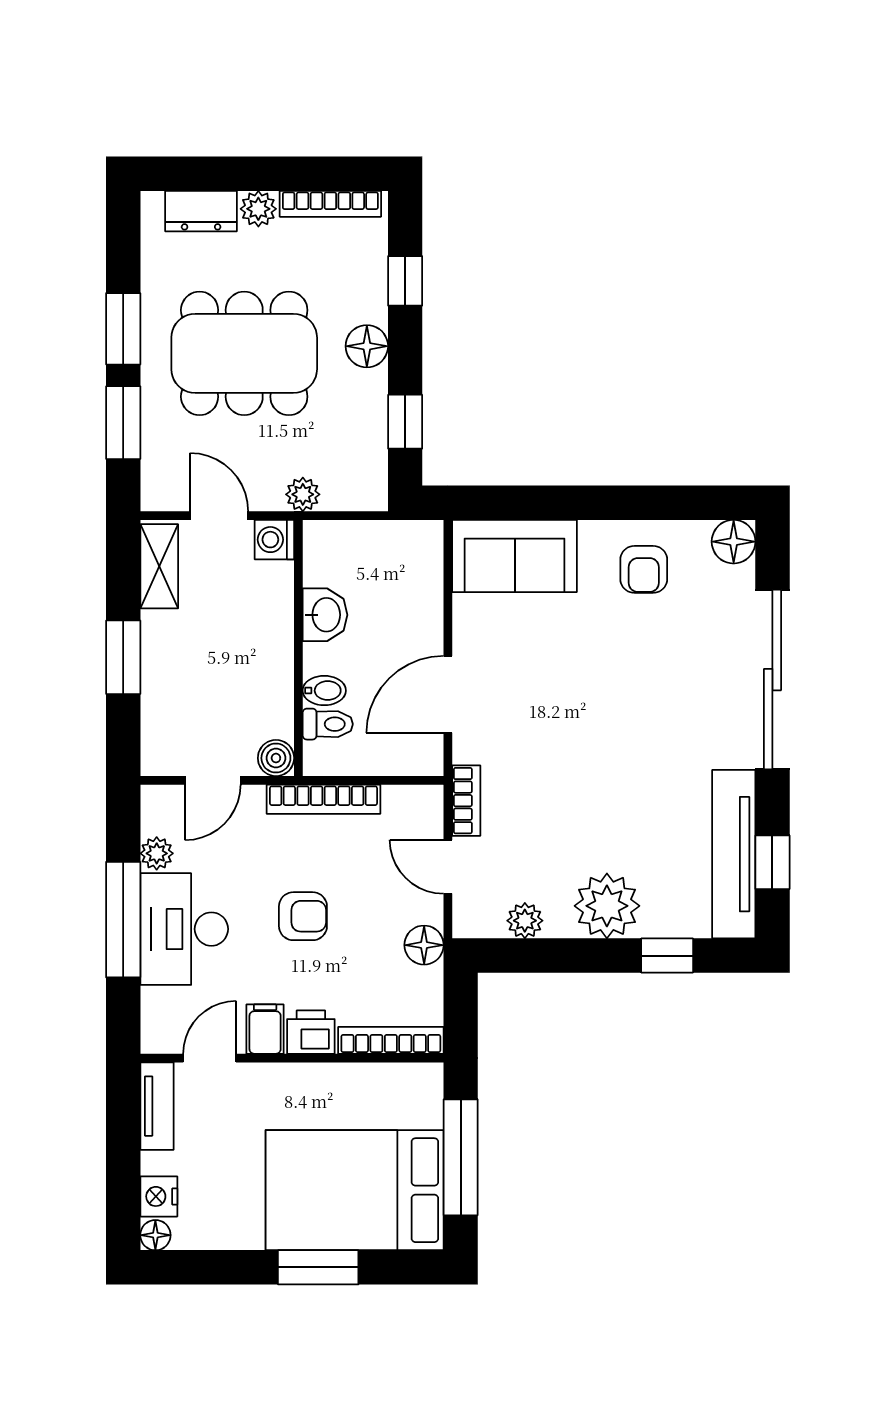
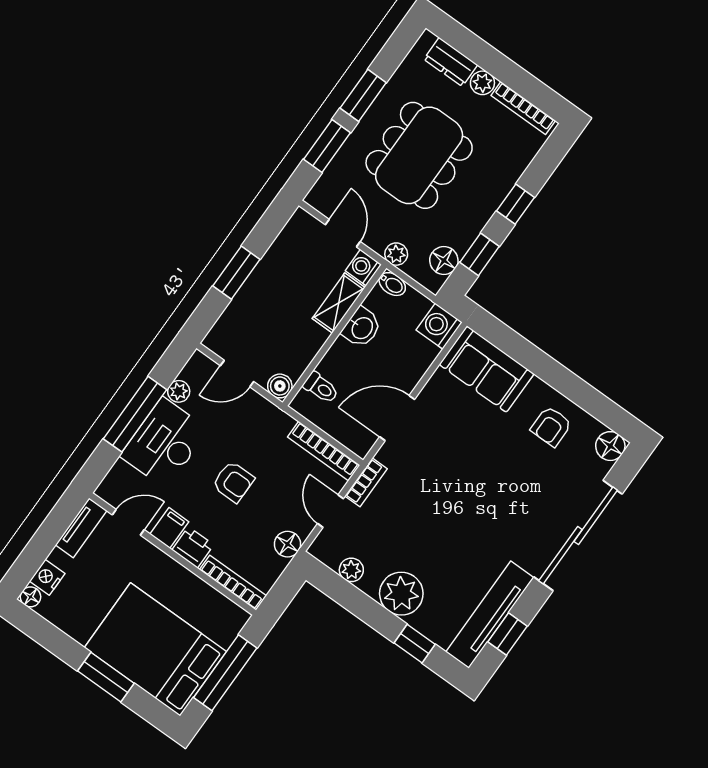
window: (405, 281) -> (515, 204), moved
floor lamp: (367, 346) -> (444, 260), moved
dining table: (244, 353) -> (419, 155), turned 90
washing machine: (419, 545) -> (439, 326), added
shelving: (159, 566) -> (339, 303), moved
bidet: (324, 691) -> (392, 284), moved
bookcase: (323, 799) -> (324, 451), moved

